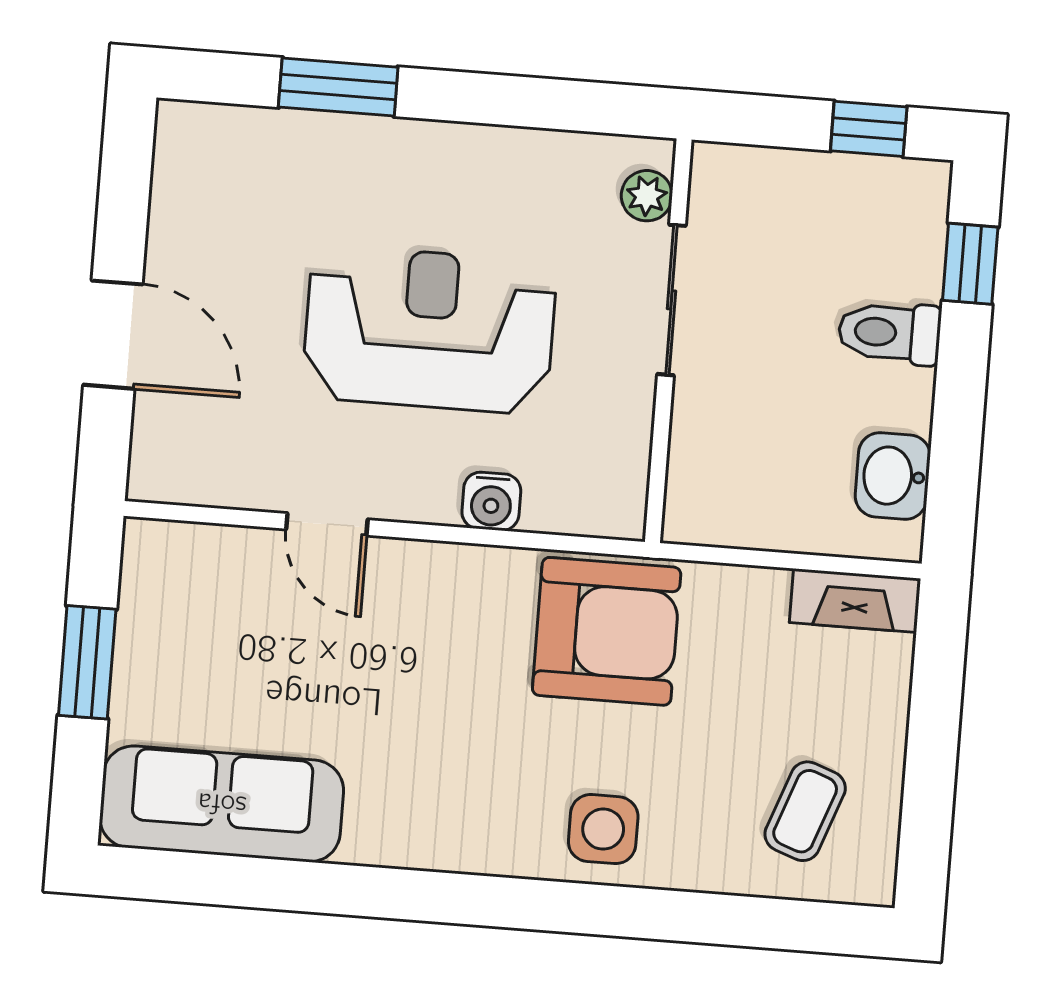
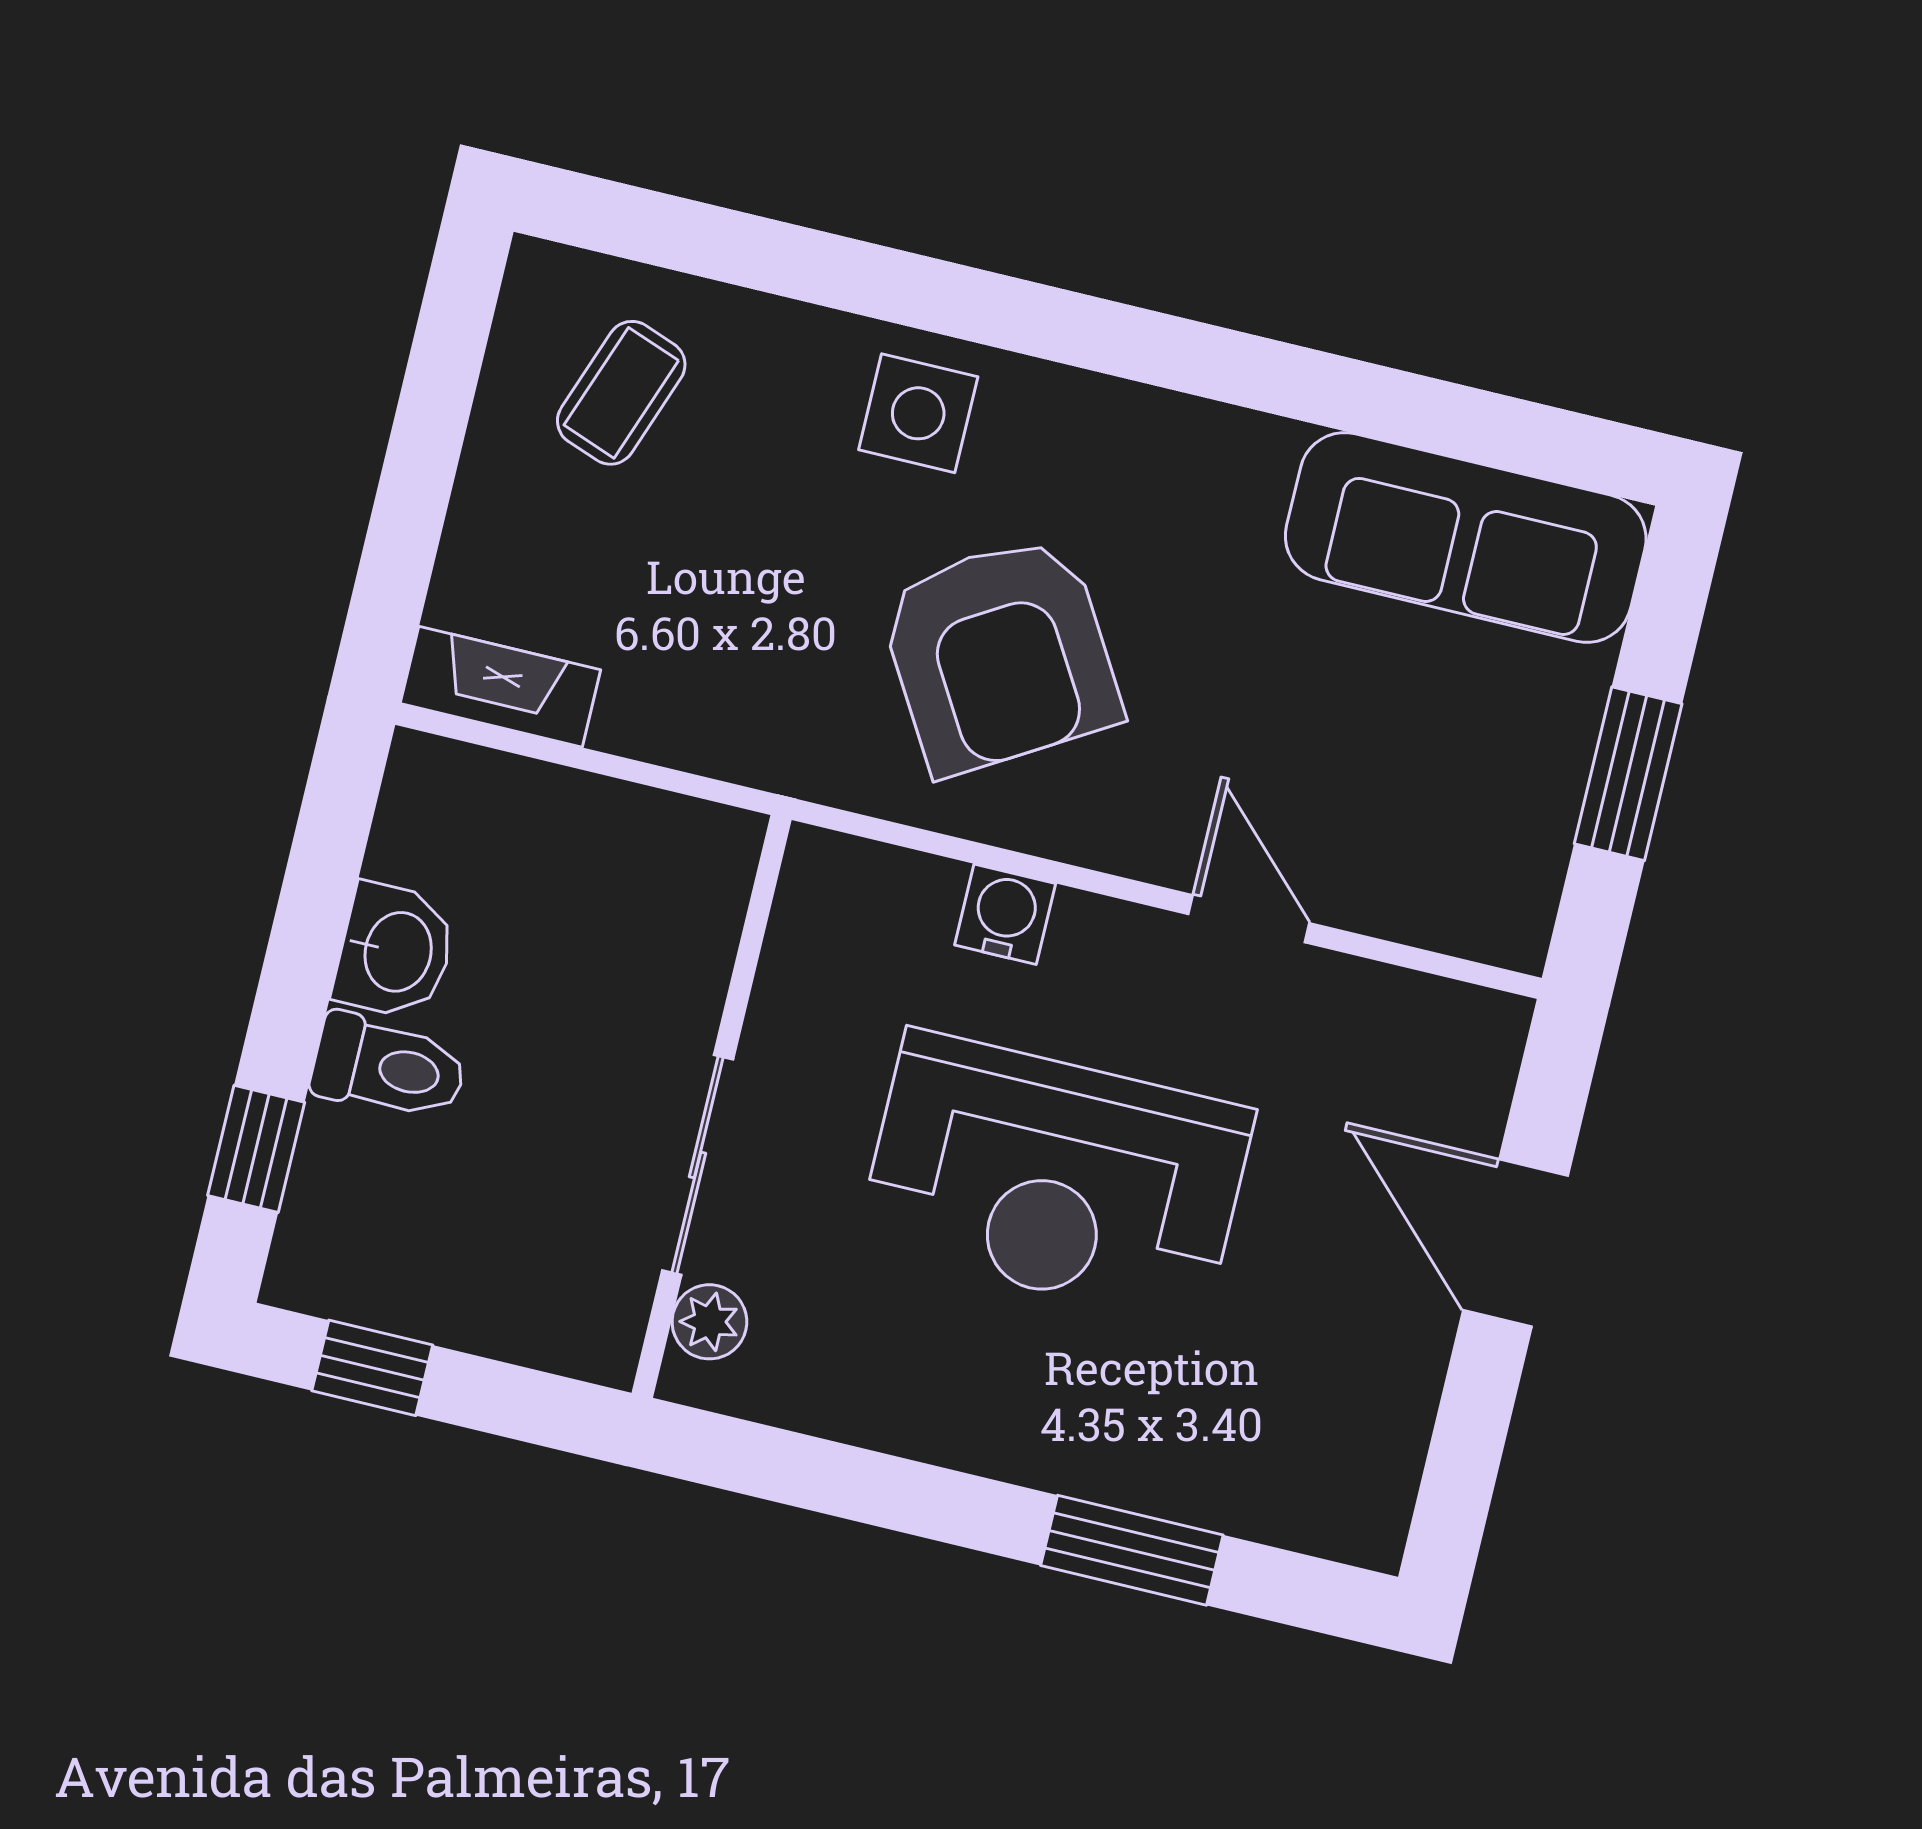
washbasin: (893, 476) -> (395, 951), moved
armchair: (607, 631) -> (1000, 655), moved, turned -121

